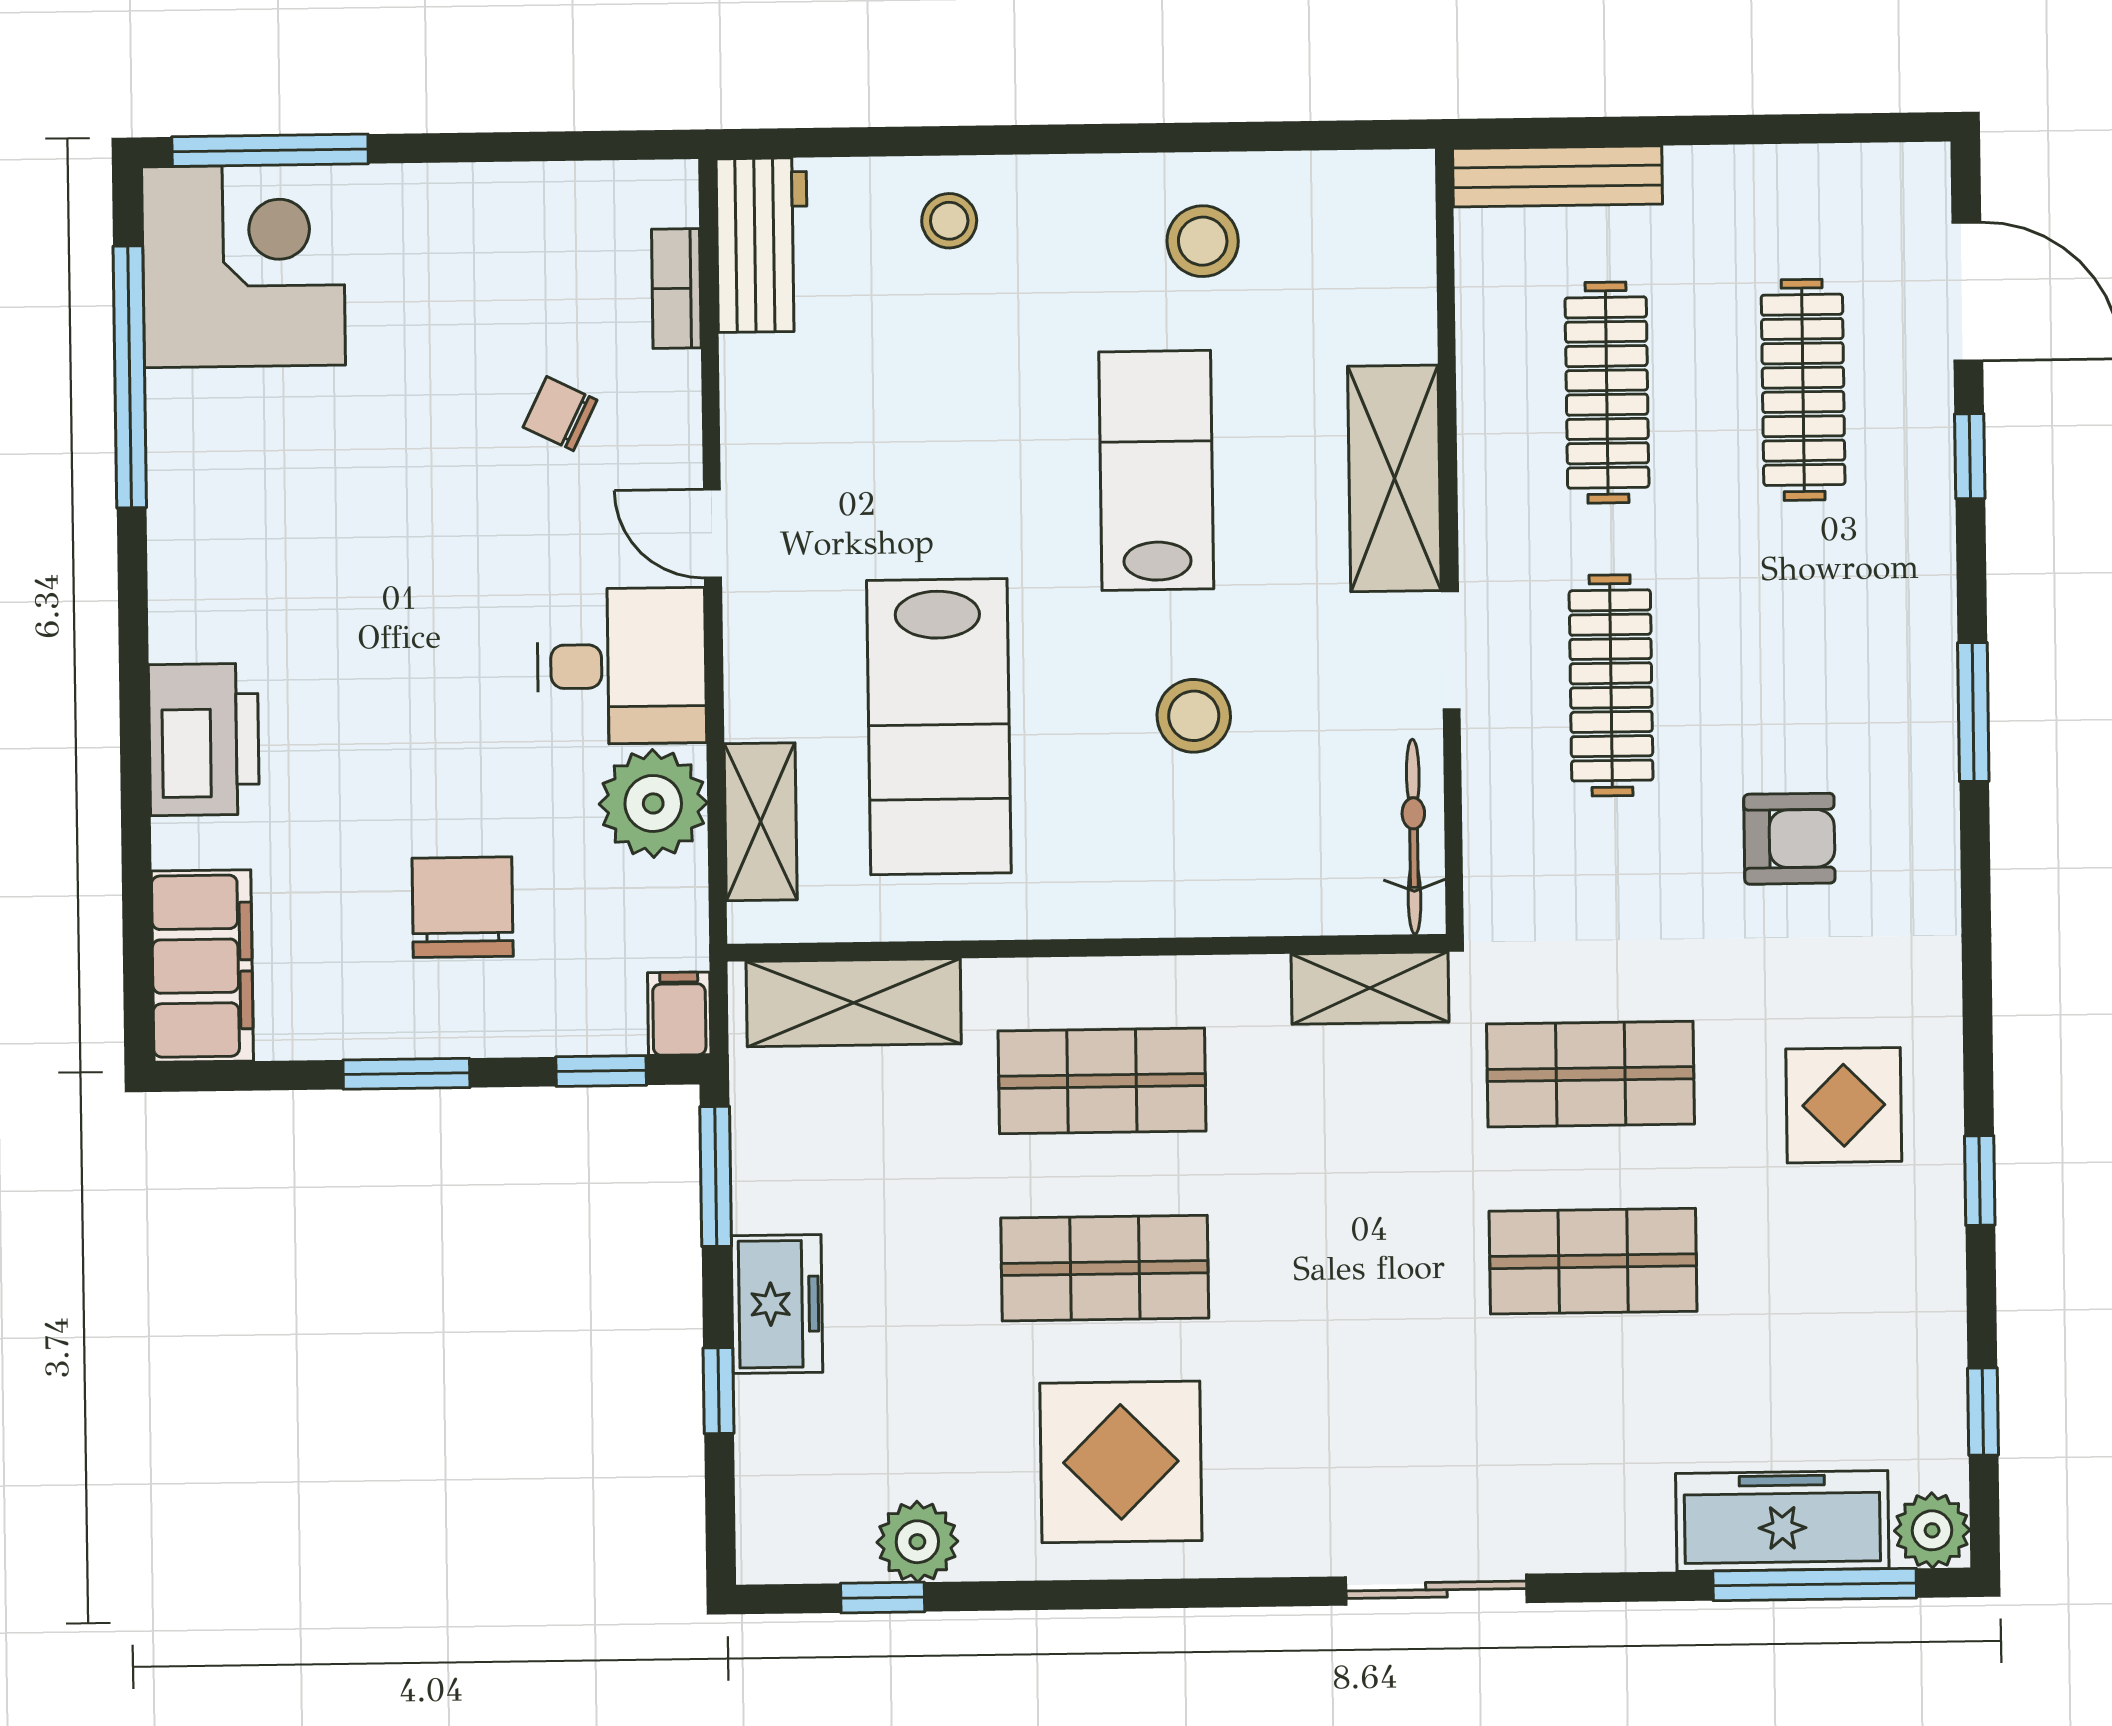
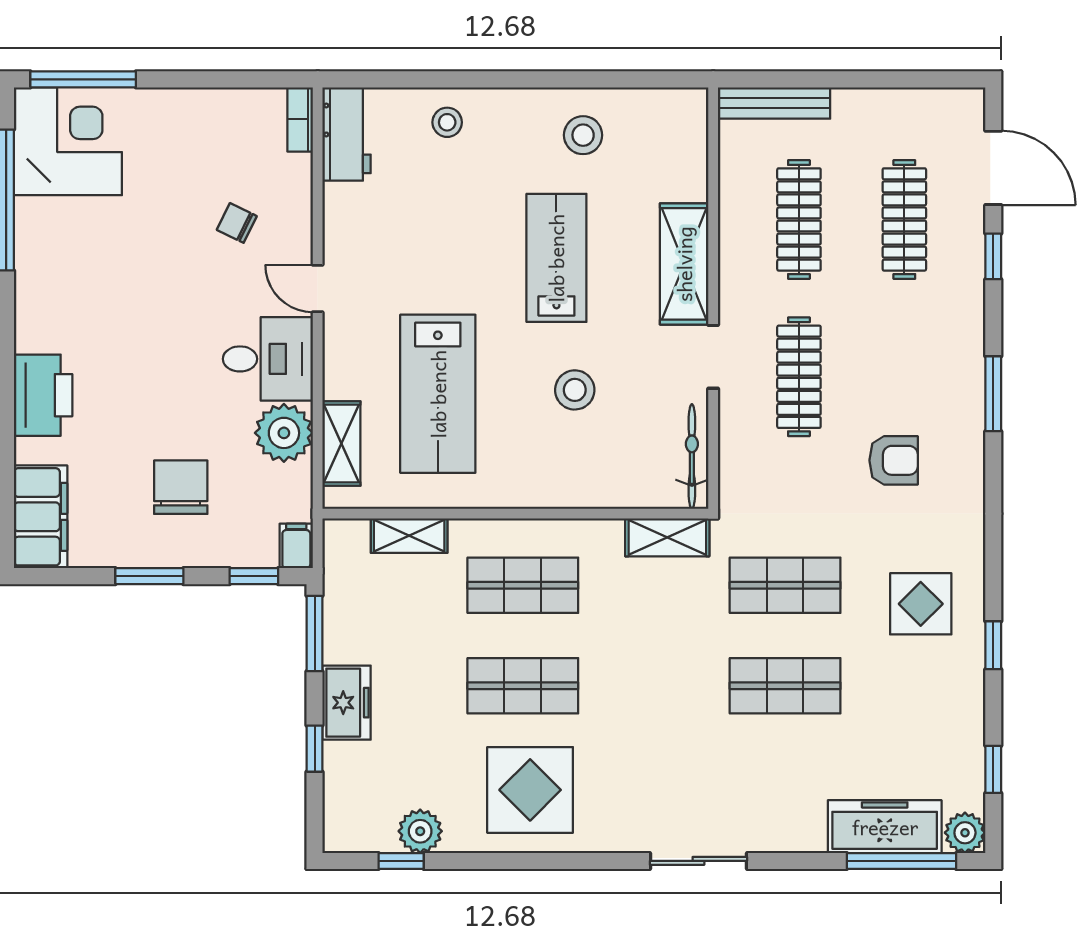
bookcase: (676, 289) -> (300, 119), moved
shelving: (854, 1003) -> (409, 536), width x0.67, depth x0.75

